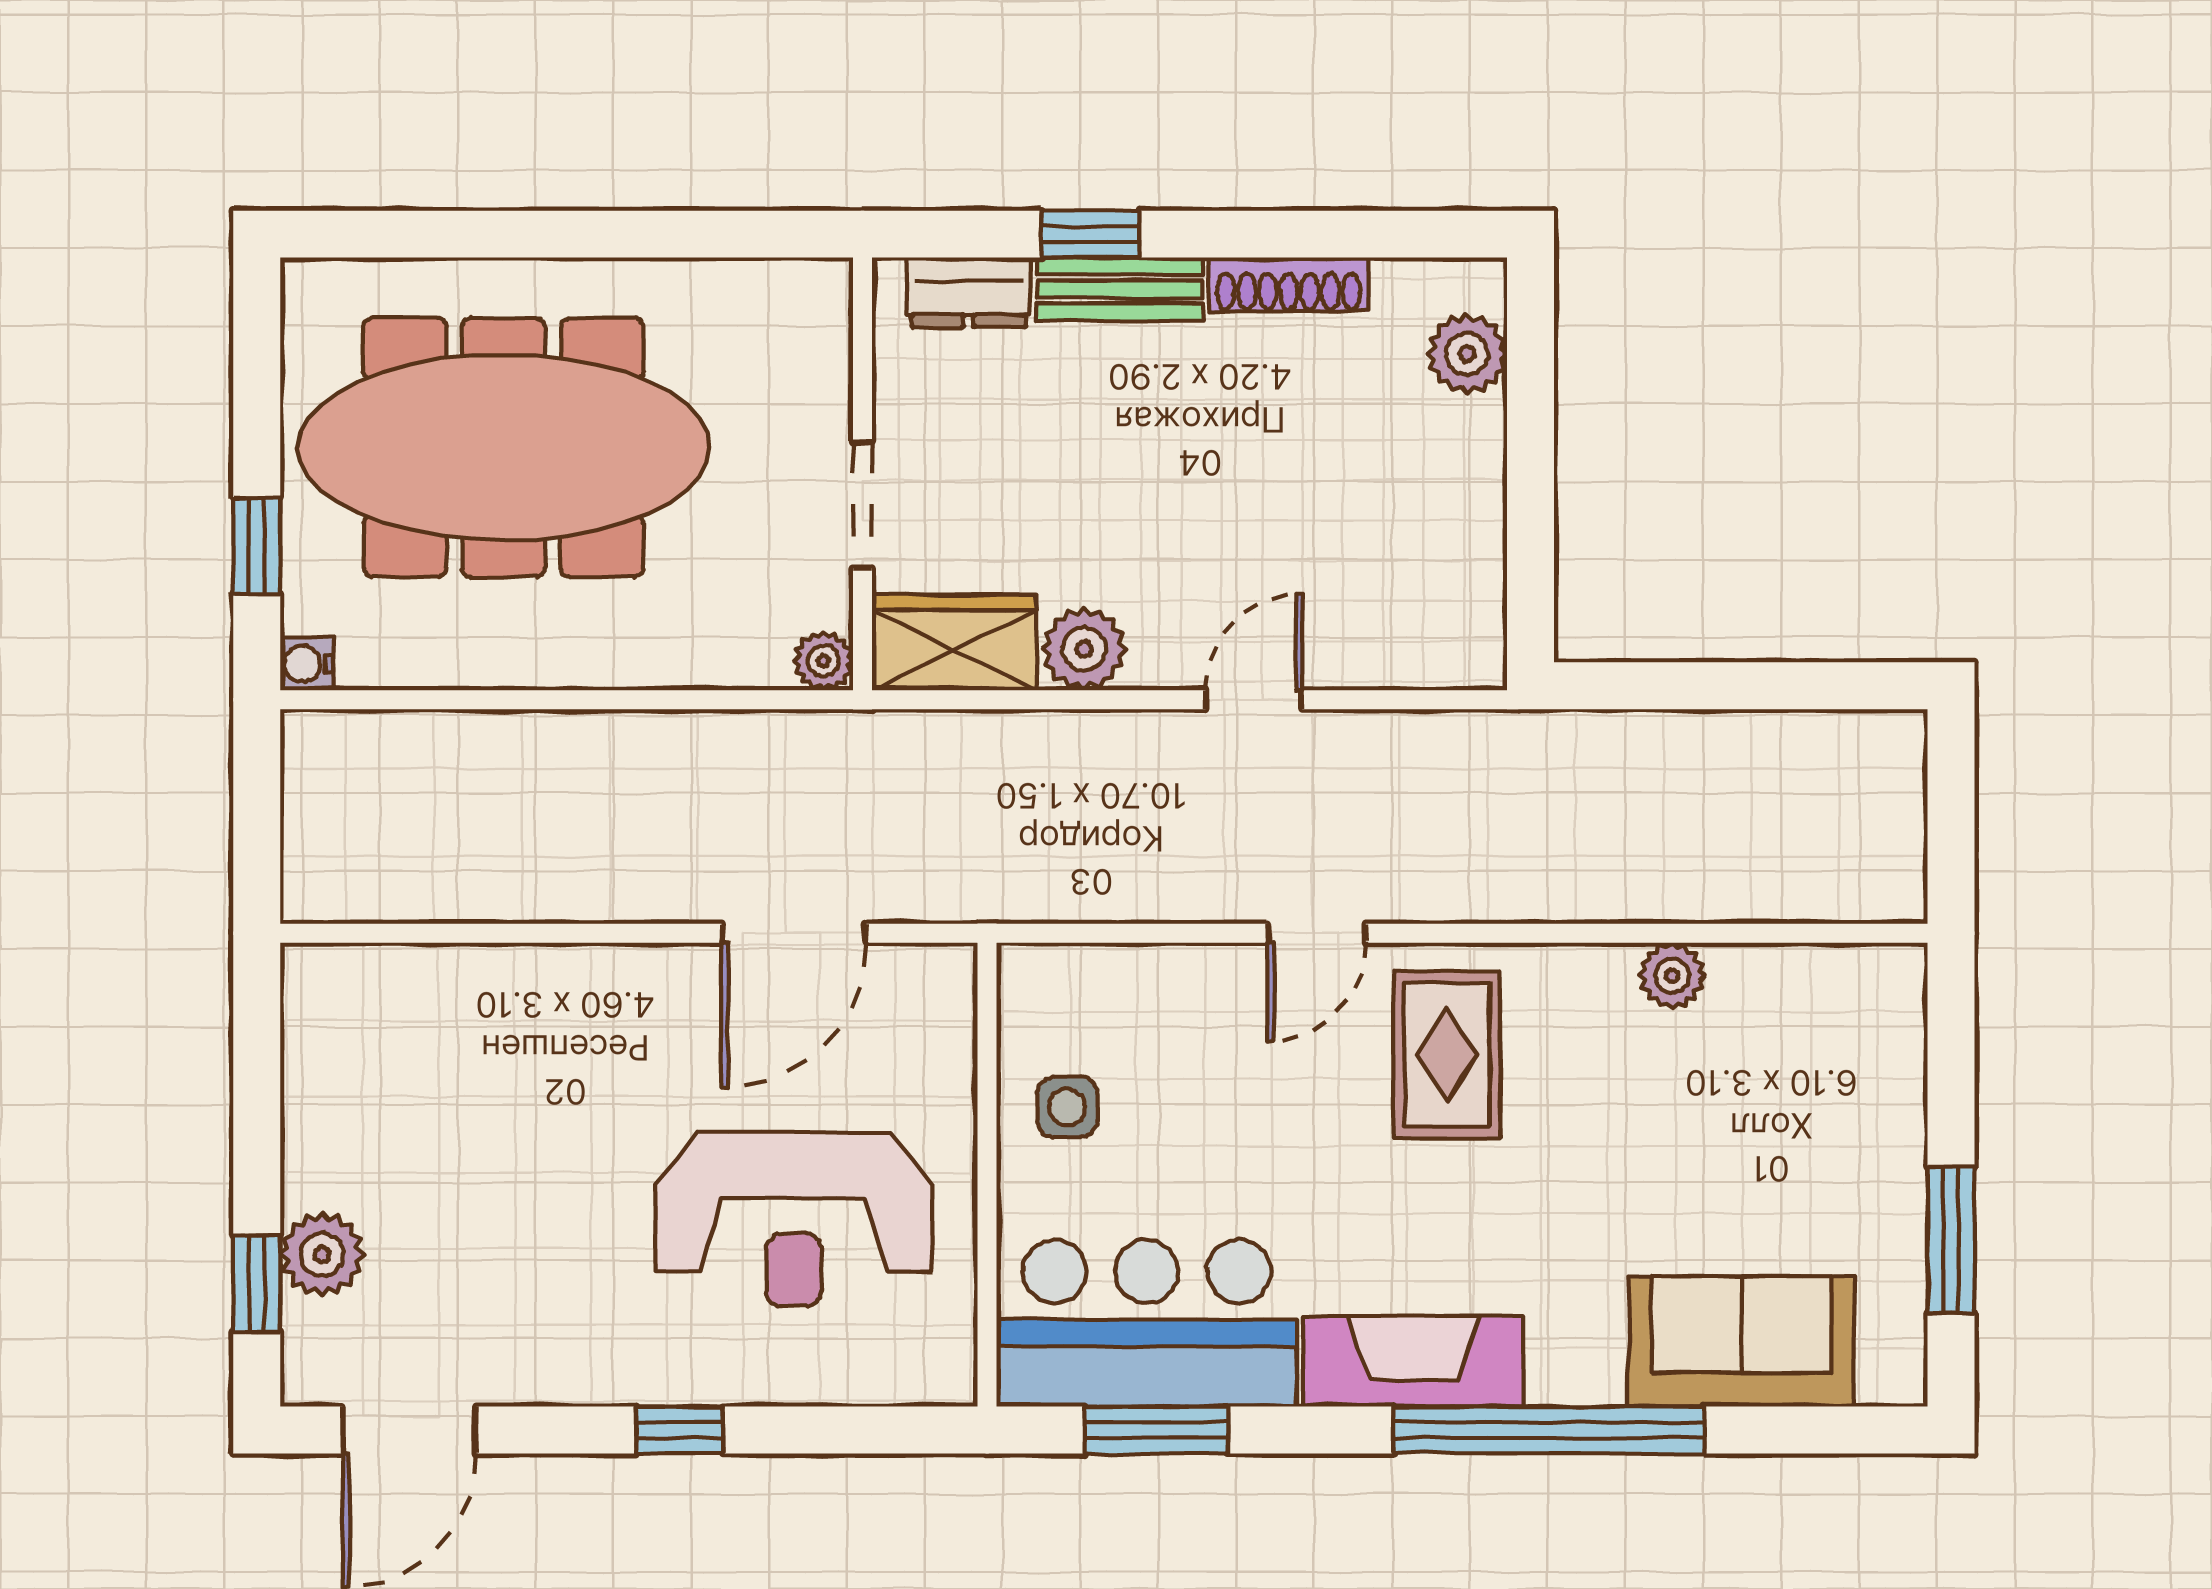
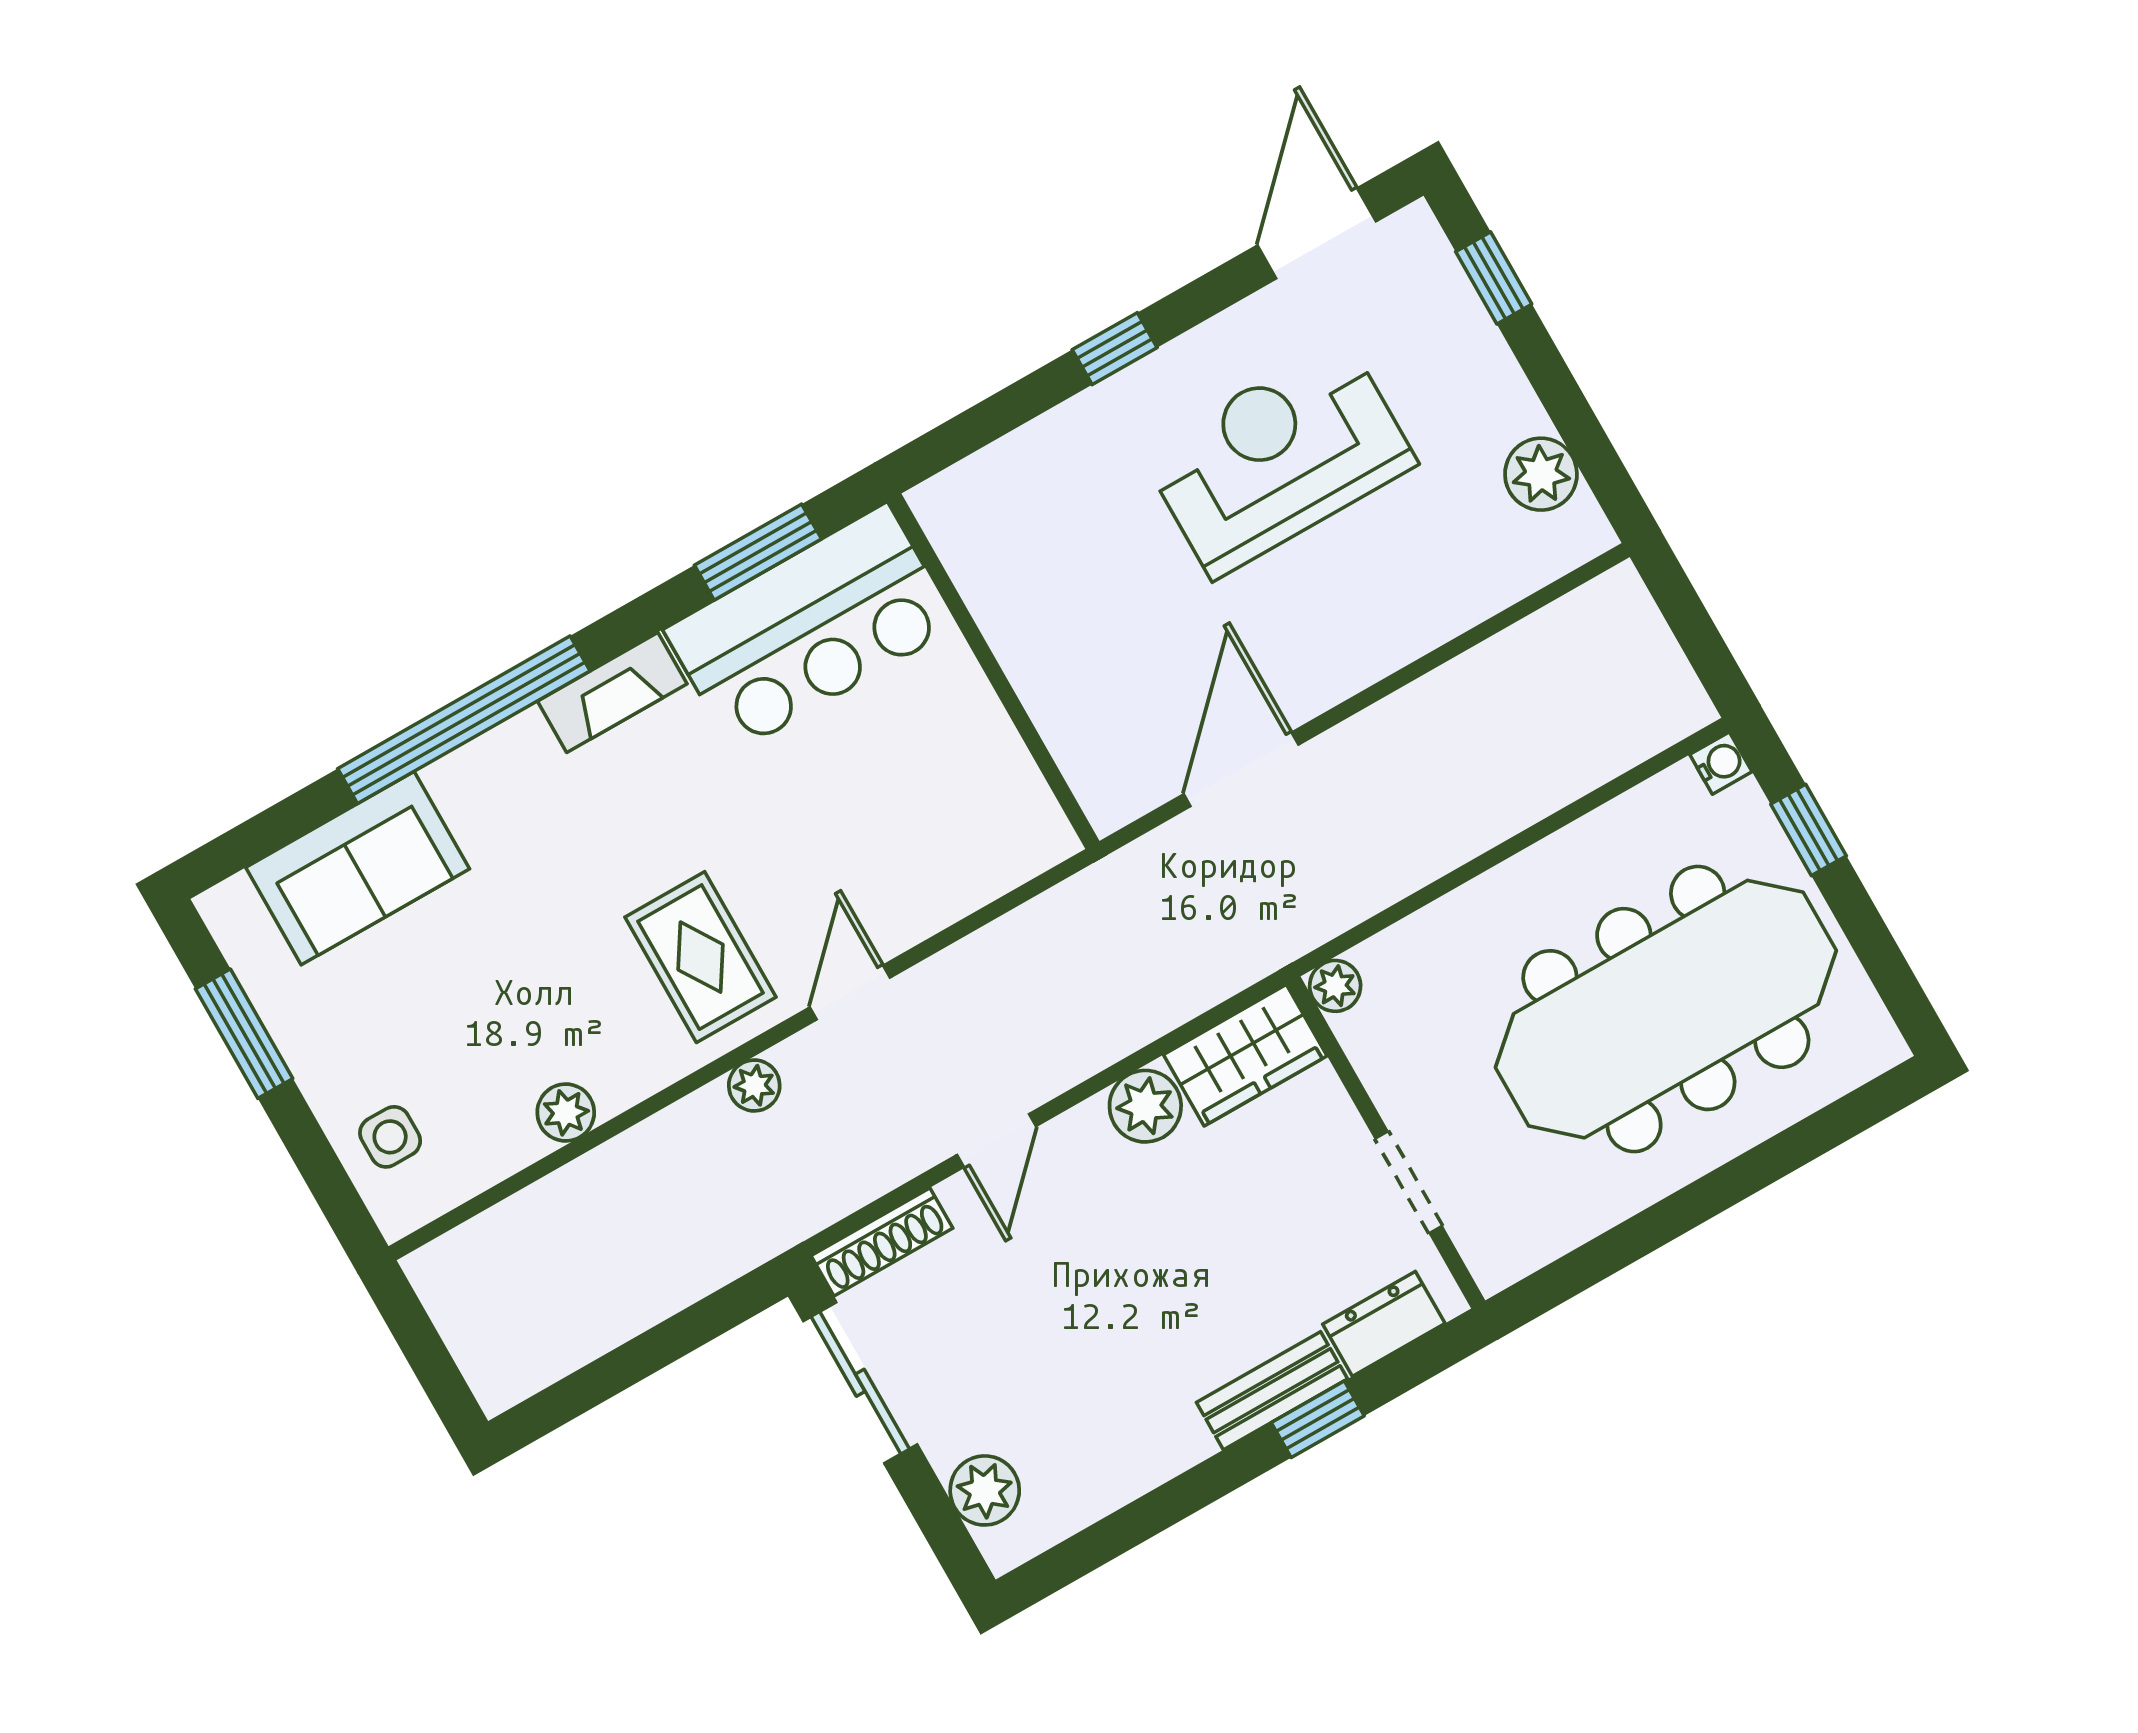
shoe rack: (1289, 284) -> (882, 1242), moved, turned 180
doorway: (863, 505) -> (1409, 1182), moved
sliding door: (1531, 534) -> (860, 1383), added
plant: (1466, 894) -> (754, 1086), added
side table: (1067, 1107) -> (390, 1137), moved
reception desk: (794, 1220) -> (1279, 458), moved
plant: (322, 1255) -> (1541, 474), moved
fireplace: (1413, 1361) -> (612, 692), width x0.73, depth x0.76

